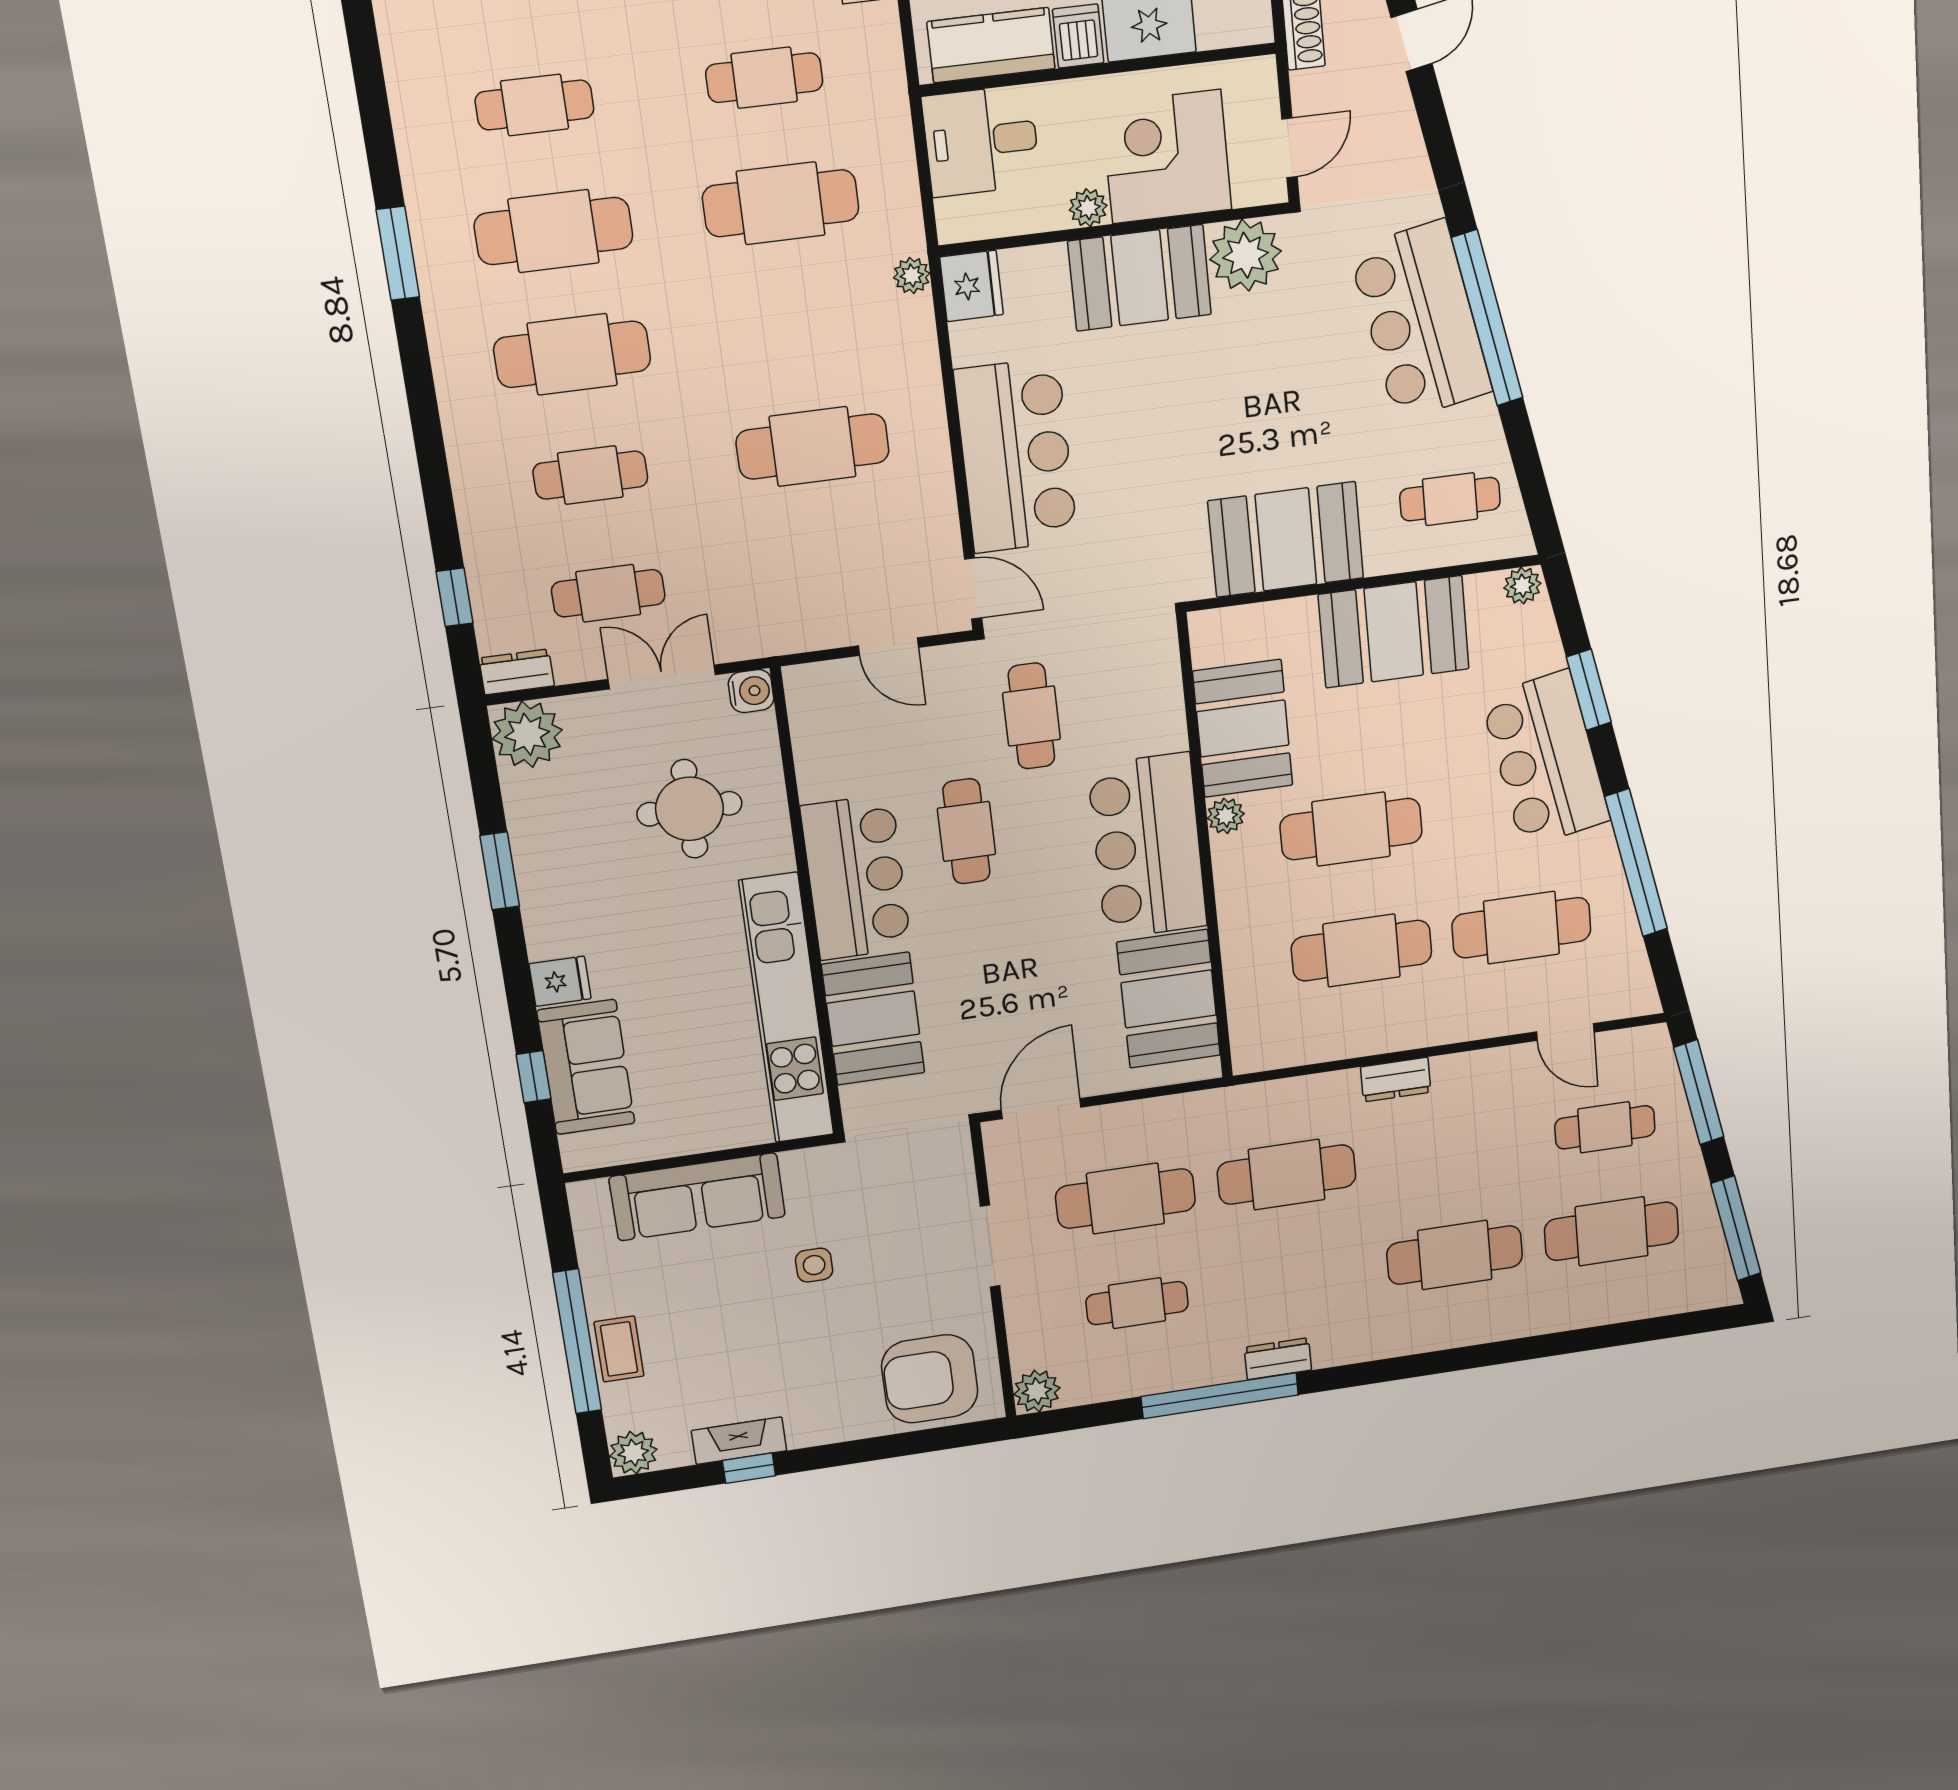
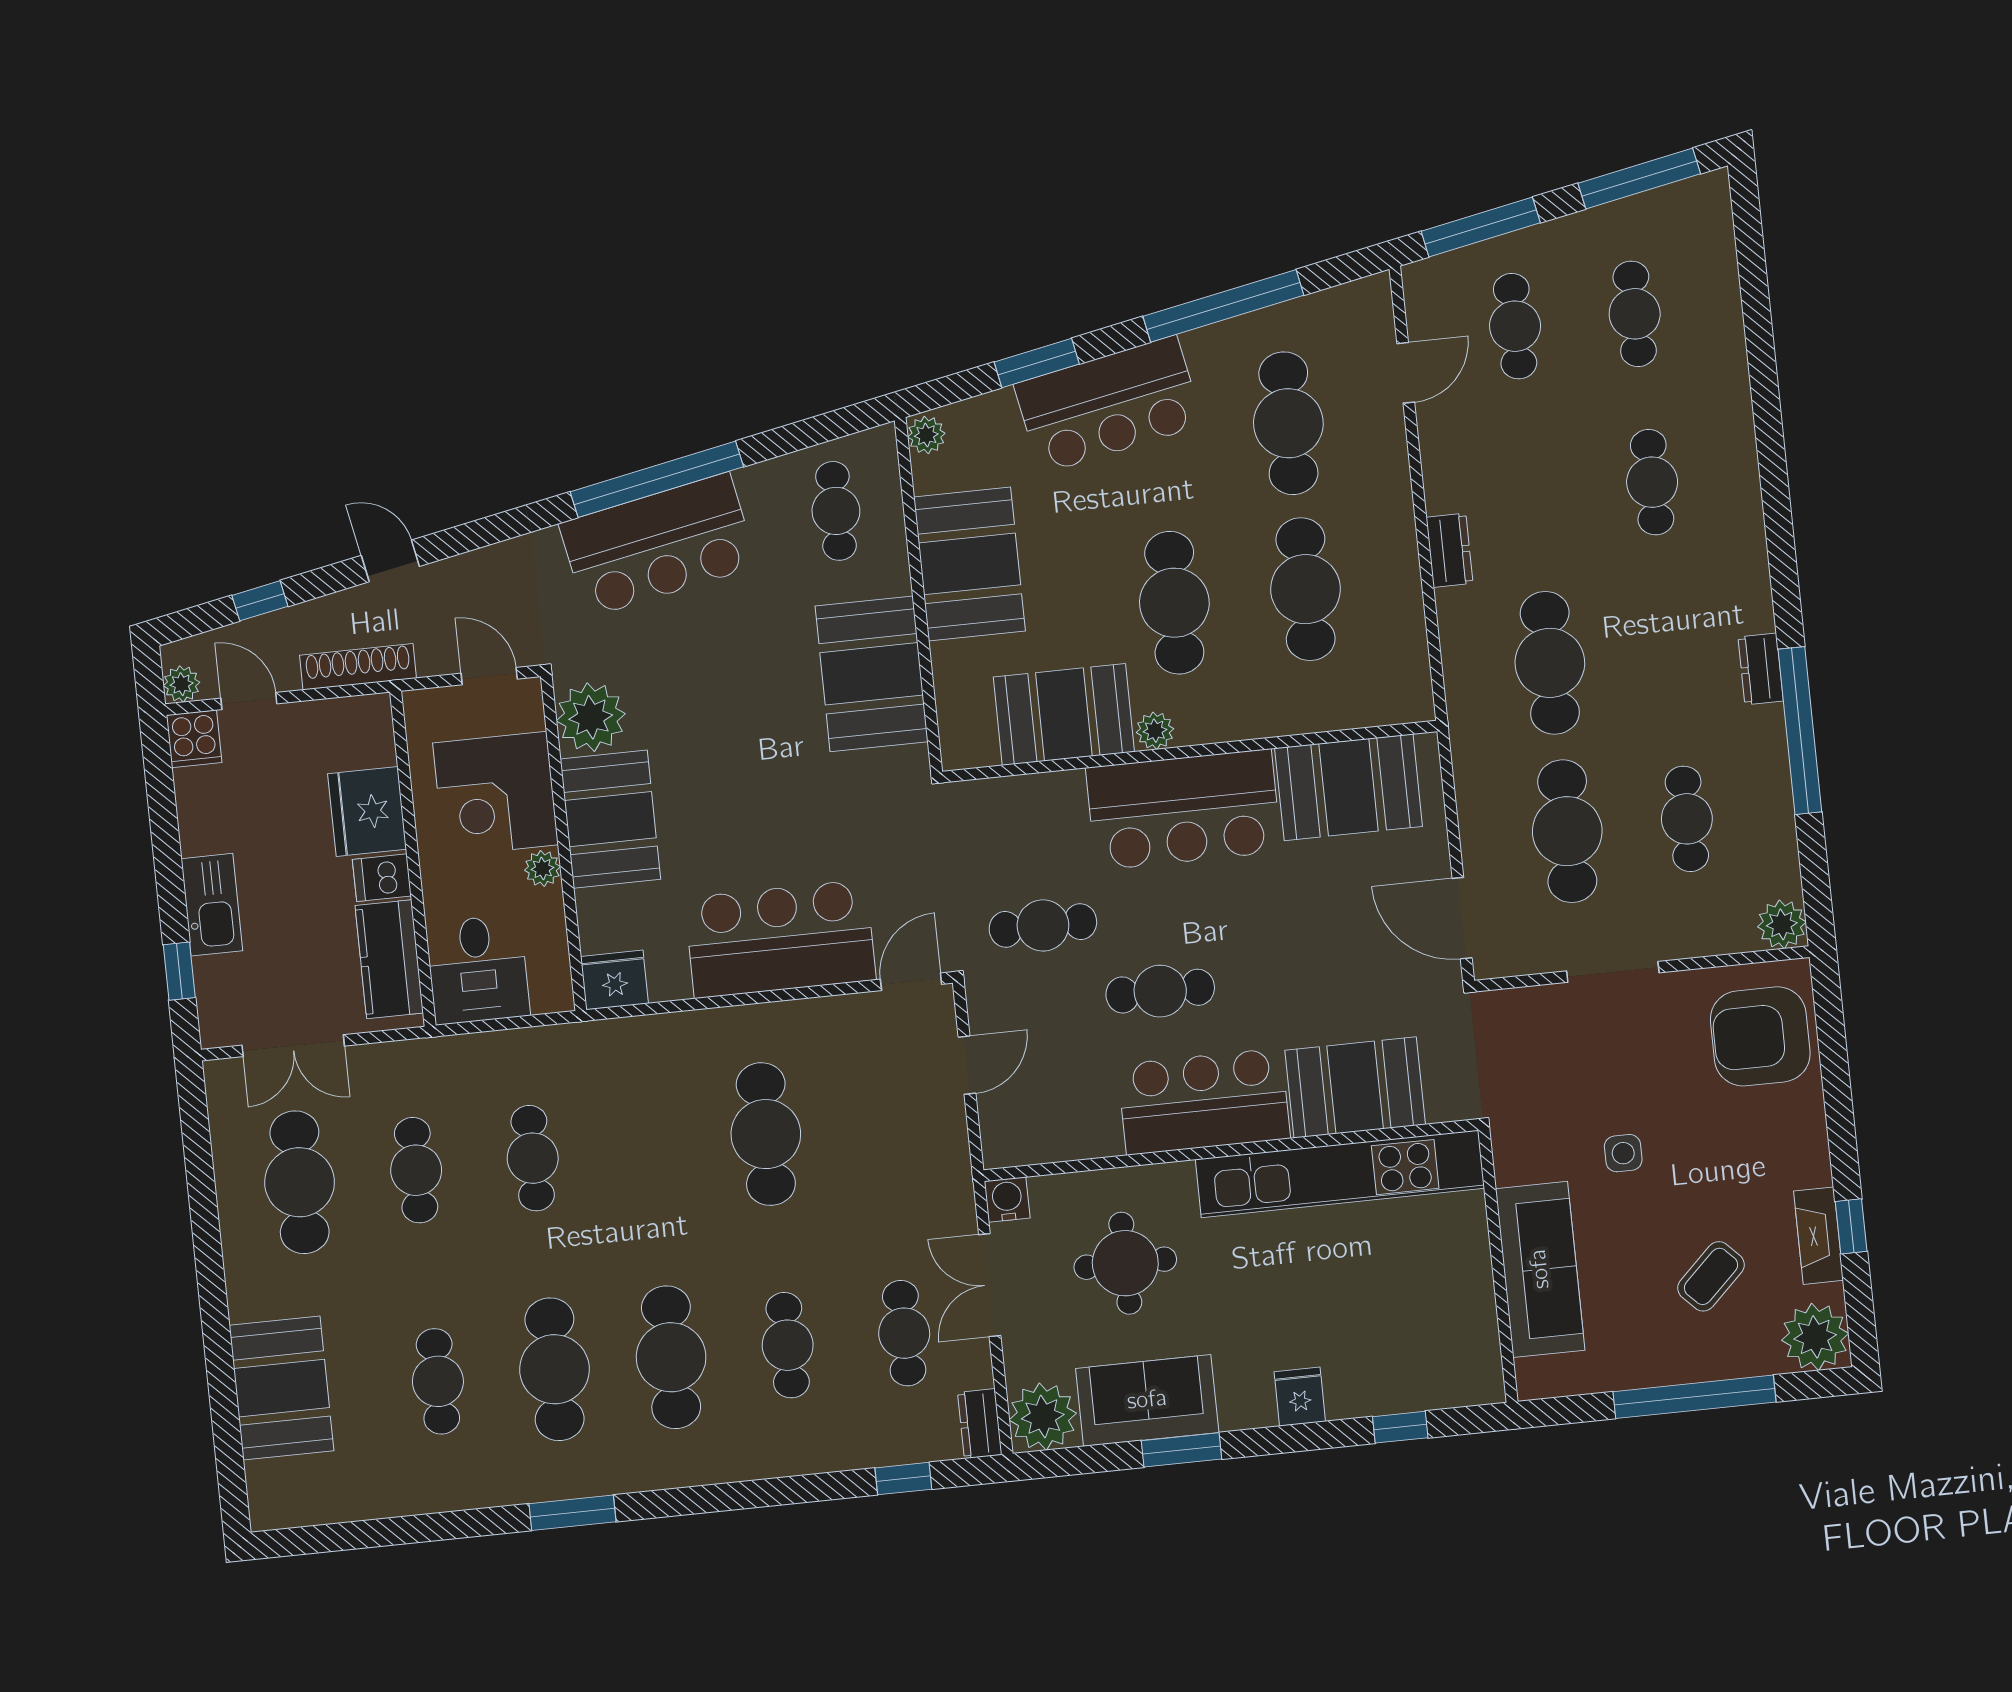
cafe table: (781, 203) -> (533, 1158), width x0.73, depth x0.74
plant: (912, 276) -> (603, 1036), removed
sofa: (586, 1067) -> (1147, 1400), moved
cafe table: (1612, 1231) -> (1635, 314), width x0.73, depth x0.74
cafe table: (1455, 1255) -> (1652, 482), width x0.73, depth x0.74
coffee table: (619, 1349) -> (1711, 1276), moved, turned -44
armchair: (930, 1379) -> (1760, 1036), turned 90
plant: (633, 1453) -> (1815, 1337), width x1.36, depth x1.36

